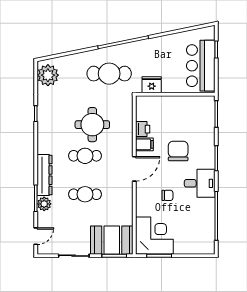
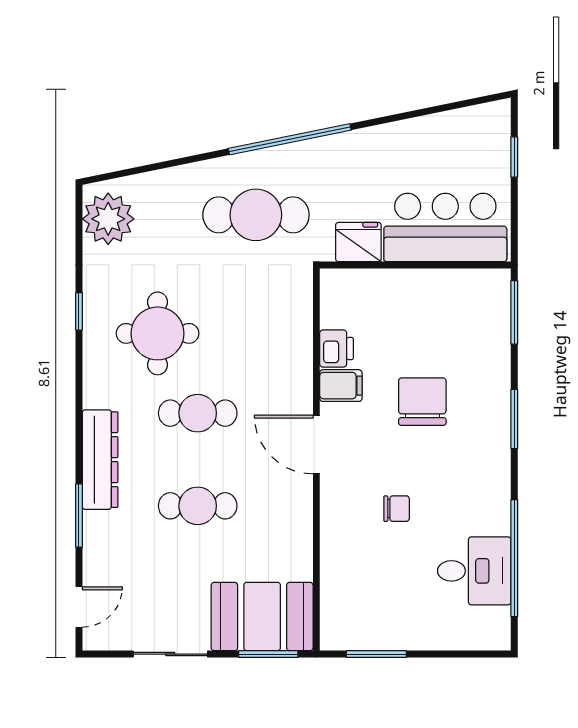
bar counter: (201, 66) -> (445, 227), moved, turned 90
round table: (92, 125) -> (158, 333), moved
door: (134, 169) -> (316, 445), swing flipped
desk: (200, 183) -> (474, 571), moved
plant: (44, 204) -> (99, 529), removed
corner desk: (154, 235) -> (365, 605), removed

